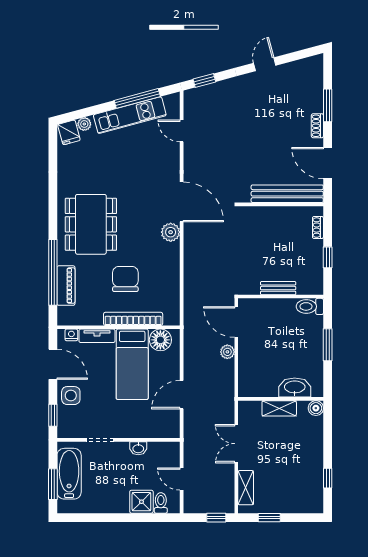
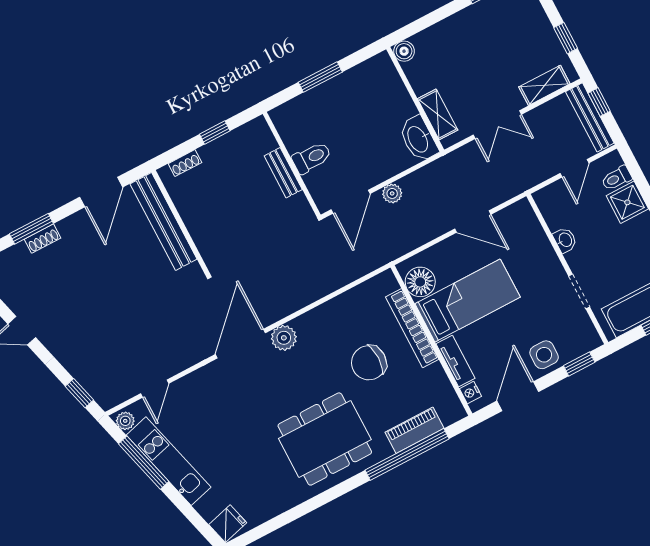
plant: (84, 124) -> (125, 421), moved
shoe rack: (317, 126) -> (43, 239), moved
toilet: (310, 306) -> (312, 158), moved, turned -90
washbasin: (295, 387) -> (418, 139), moved
shelving: (279, 408) -> (438, 114), moved
bench: (210, 506) -> (590, 117), added

